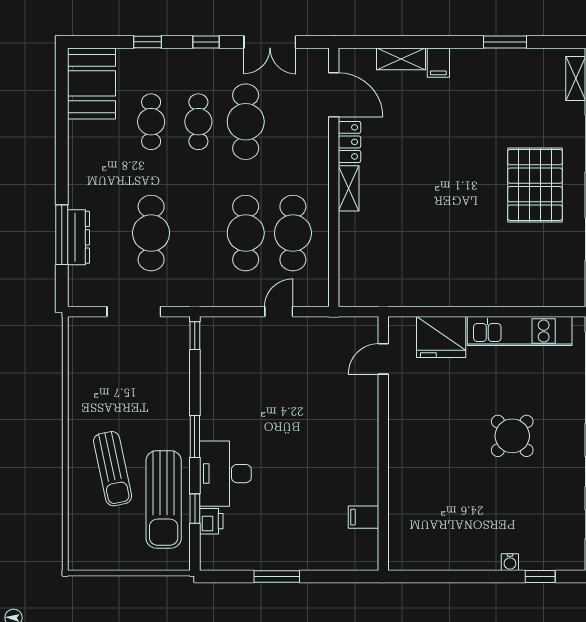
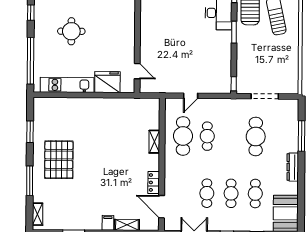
cafe table: (246, 122) -> (207, 193), width x0.73, depth x0.74
shelving: (349, 188) -> (154, 142), moved
cafe table: (246, 233) -> (207, 136), width x0.73, depth x0.74
dresser: (79, 237) -> (293, 167), moved
door: (383, 359) -> (137, 71), hinge flipped
round table: (512, 436) -> (71, 31), turned 45

